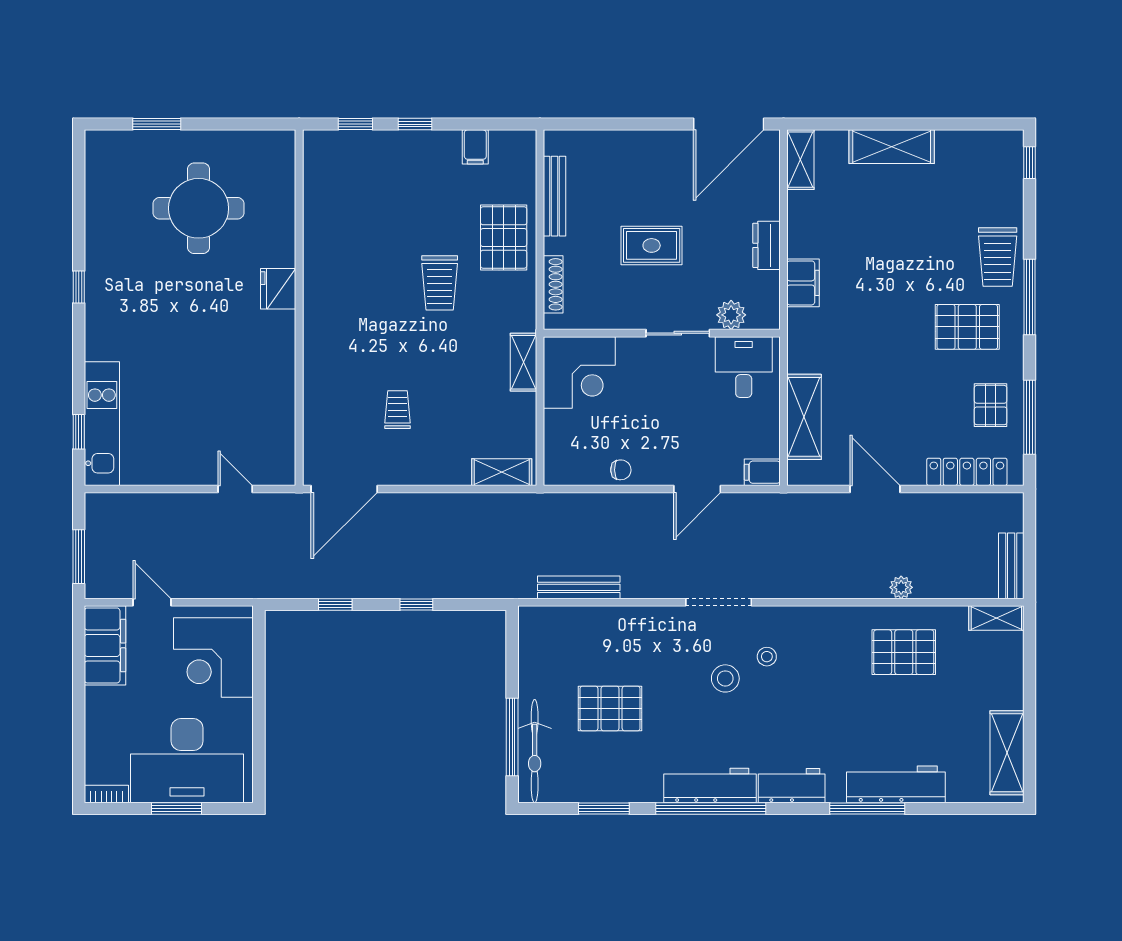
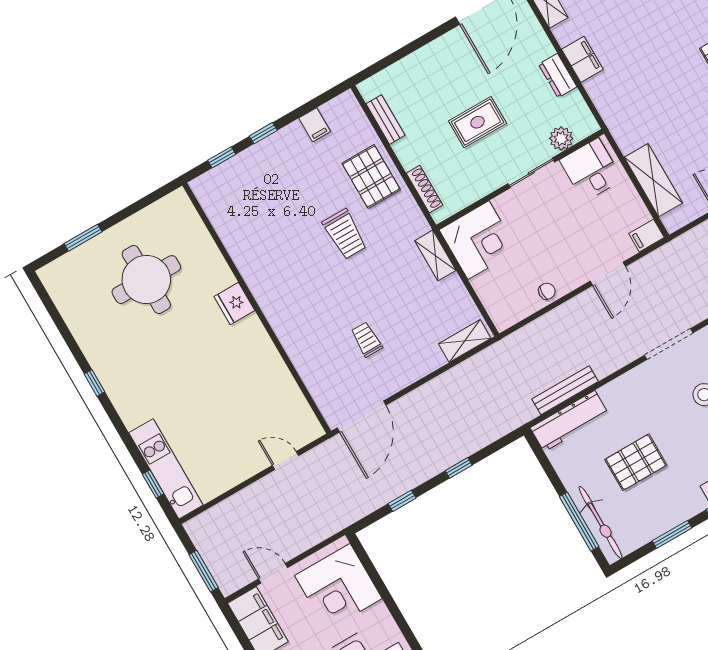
bench: (555, 196) -> (386, 120), width x0.73
filing cabinet: (803, 283) -> (582, 59), moved
workbench: (564, 623) -> (569, 421), added

